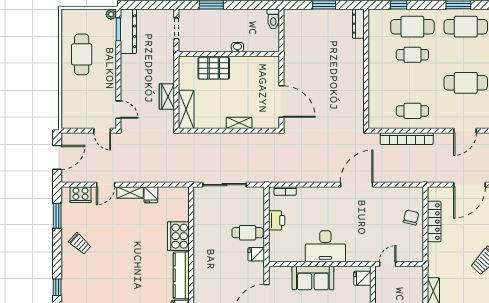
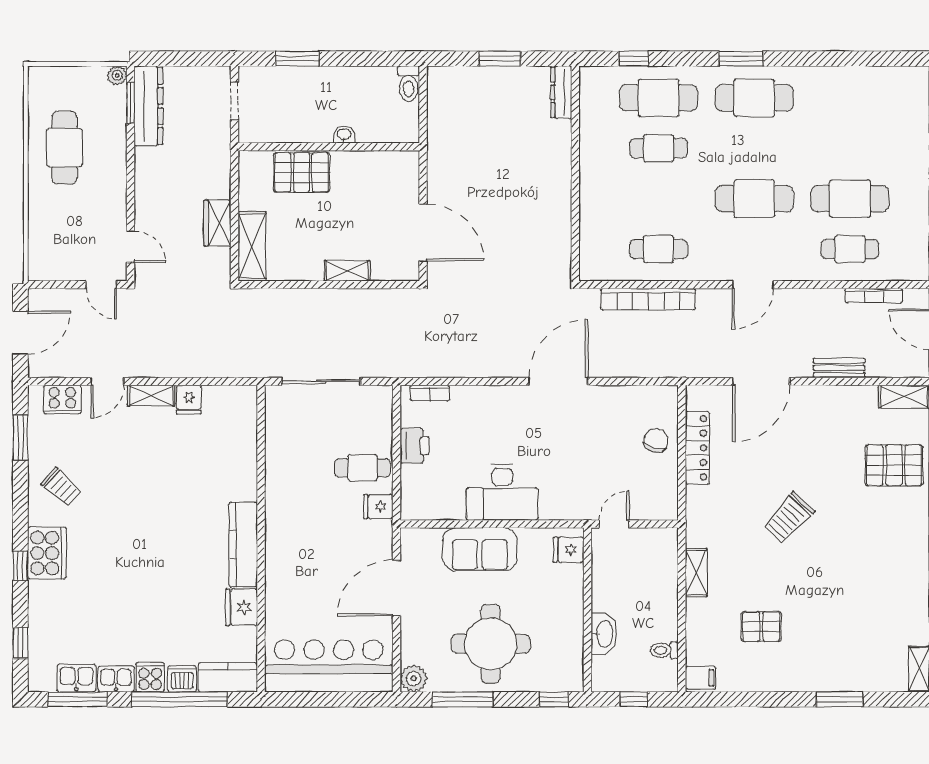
cooker: (178, 236) -> (47, 553), moved, turned 180

